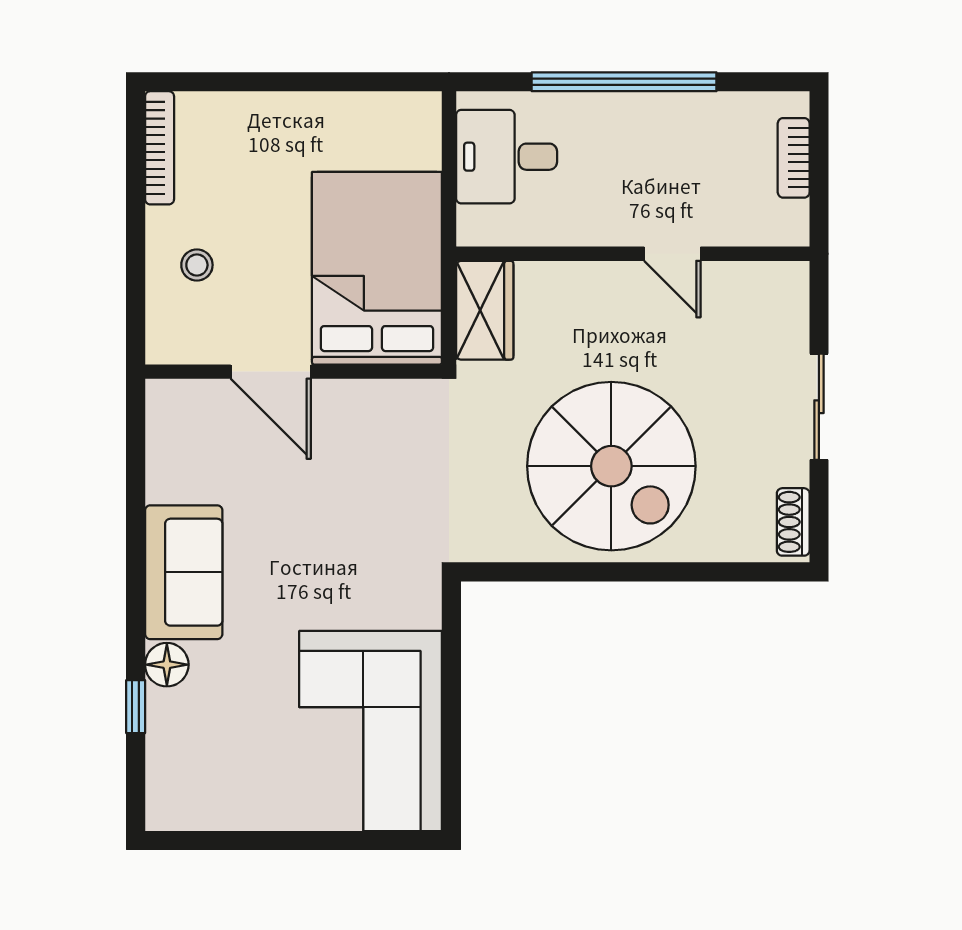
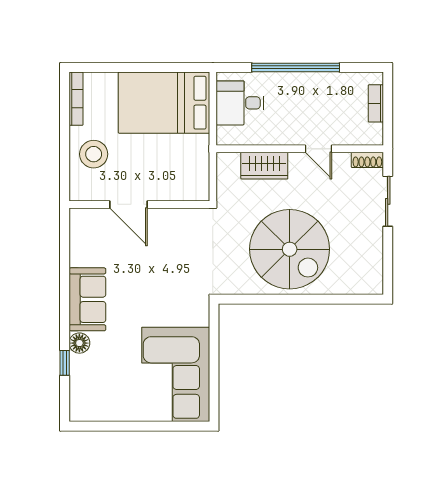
stool: (197, 265) -> (94, 154), width x1.89, depth x1.89
bed: (377, 268) -> (164, 103), moved, turned -90
wardrobe: (485, 310) -> (264, 166), moved, turned 90
sliding door: (819, 407) -> (388, 201), moved
shoe rack: (793, 522) -> (367, 160), moved, turned -90

